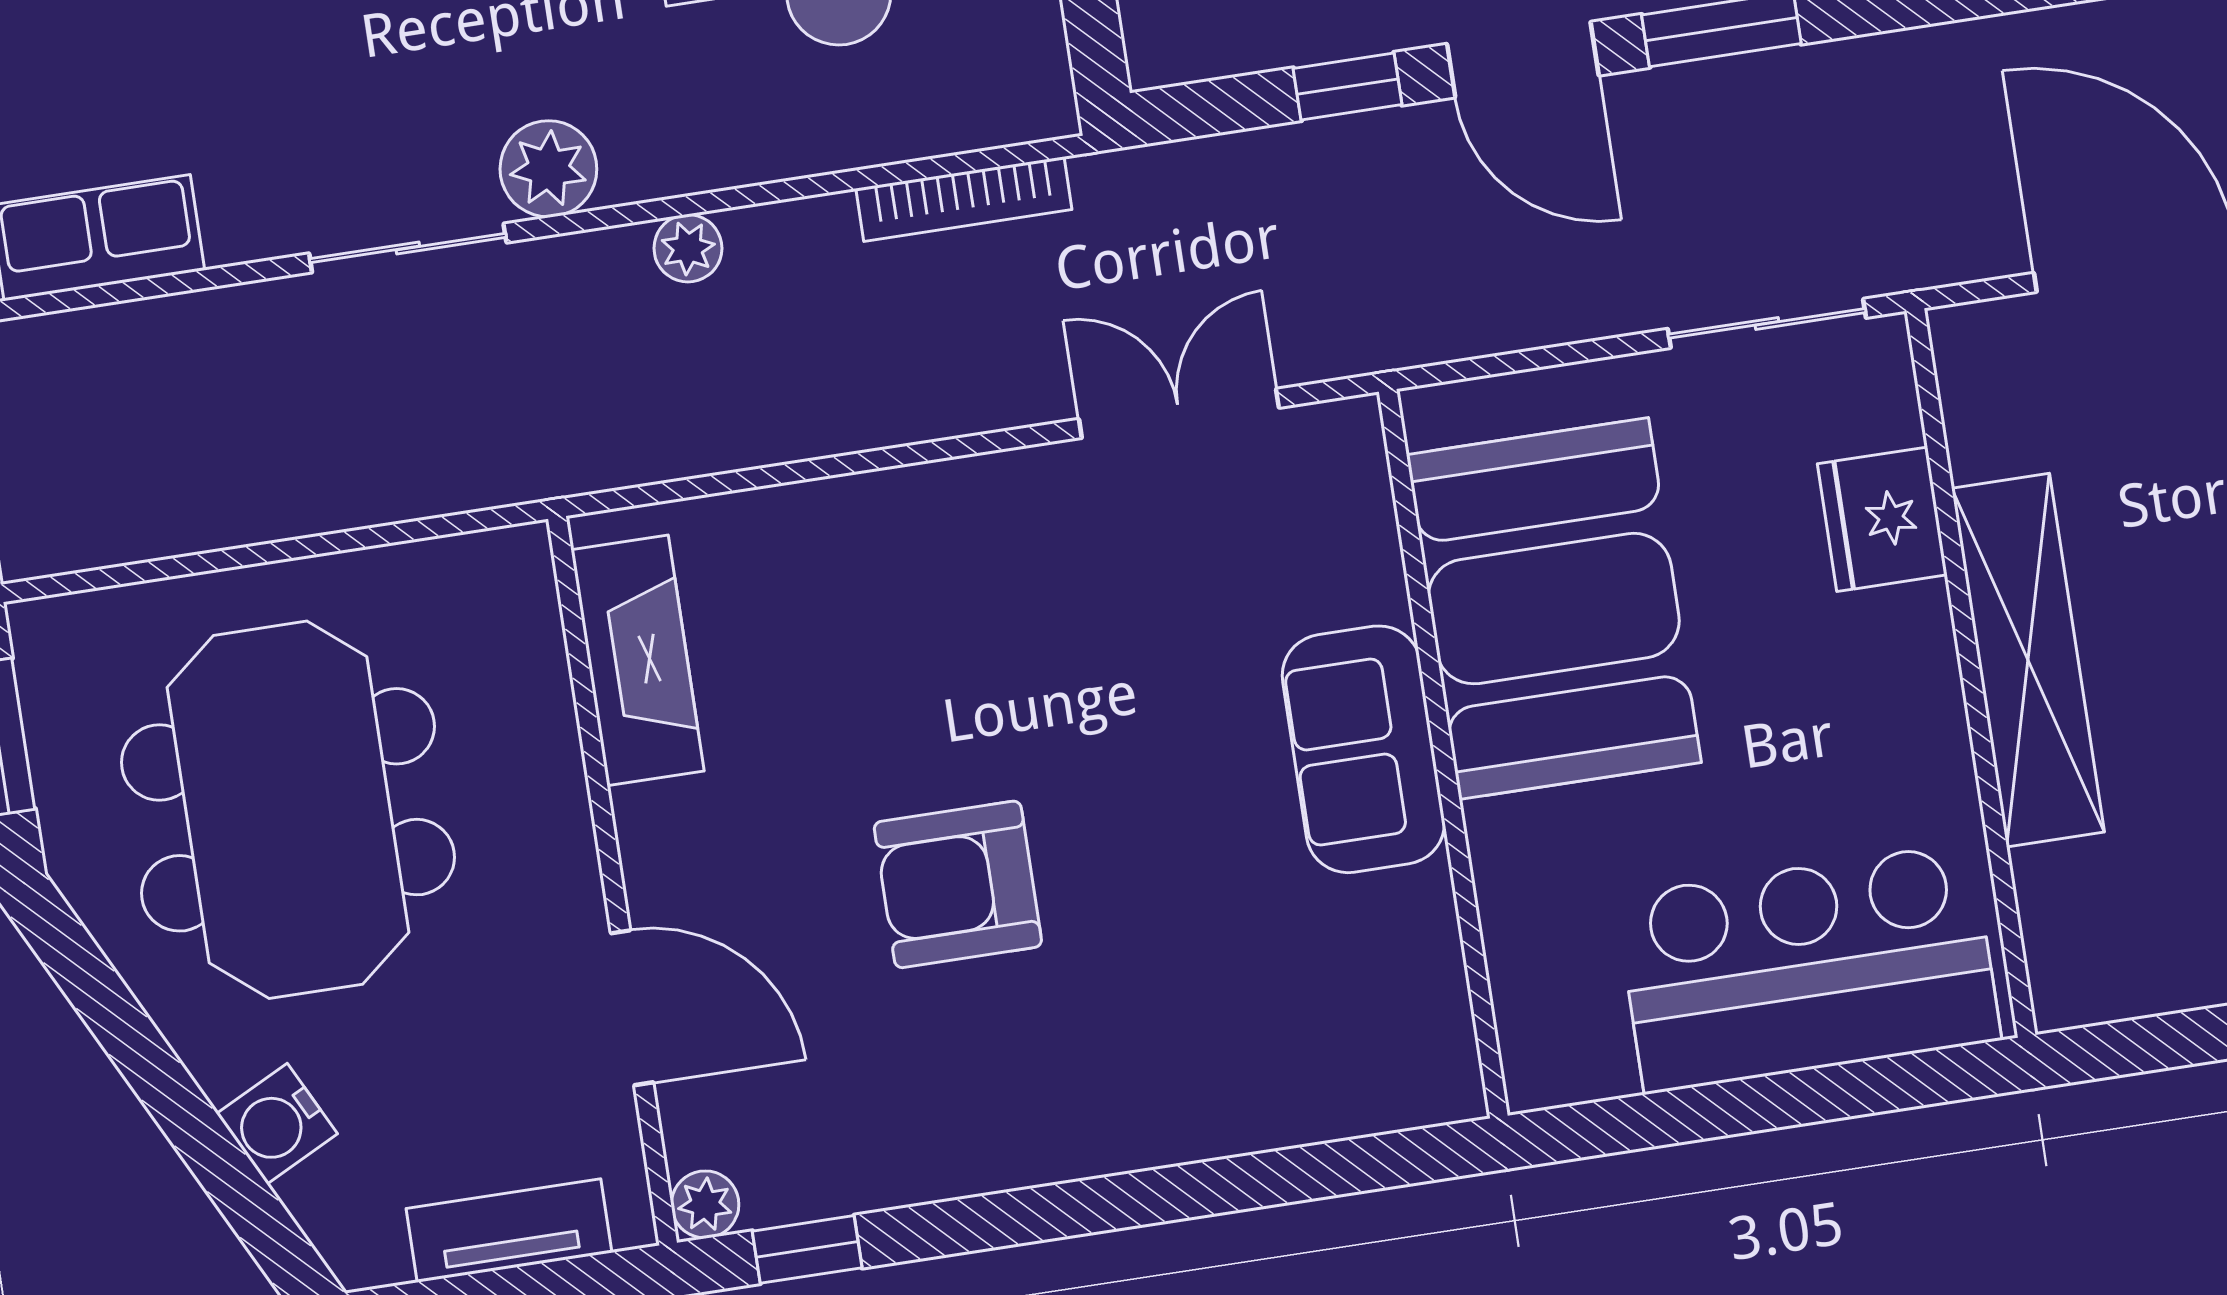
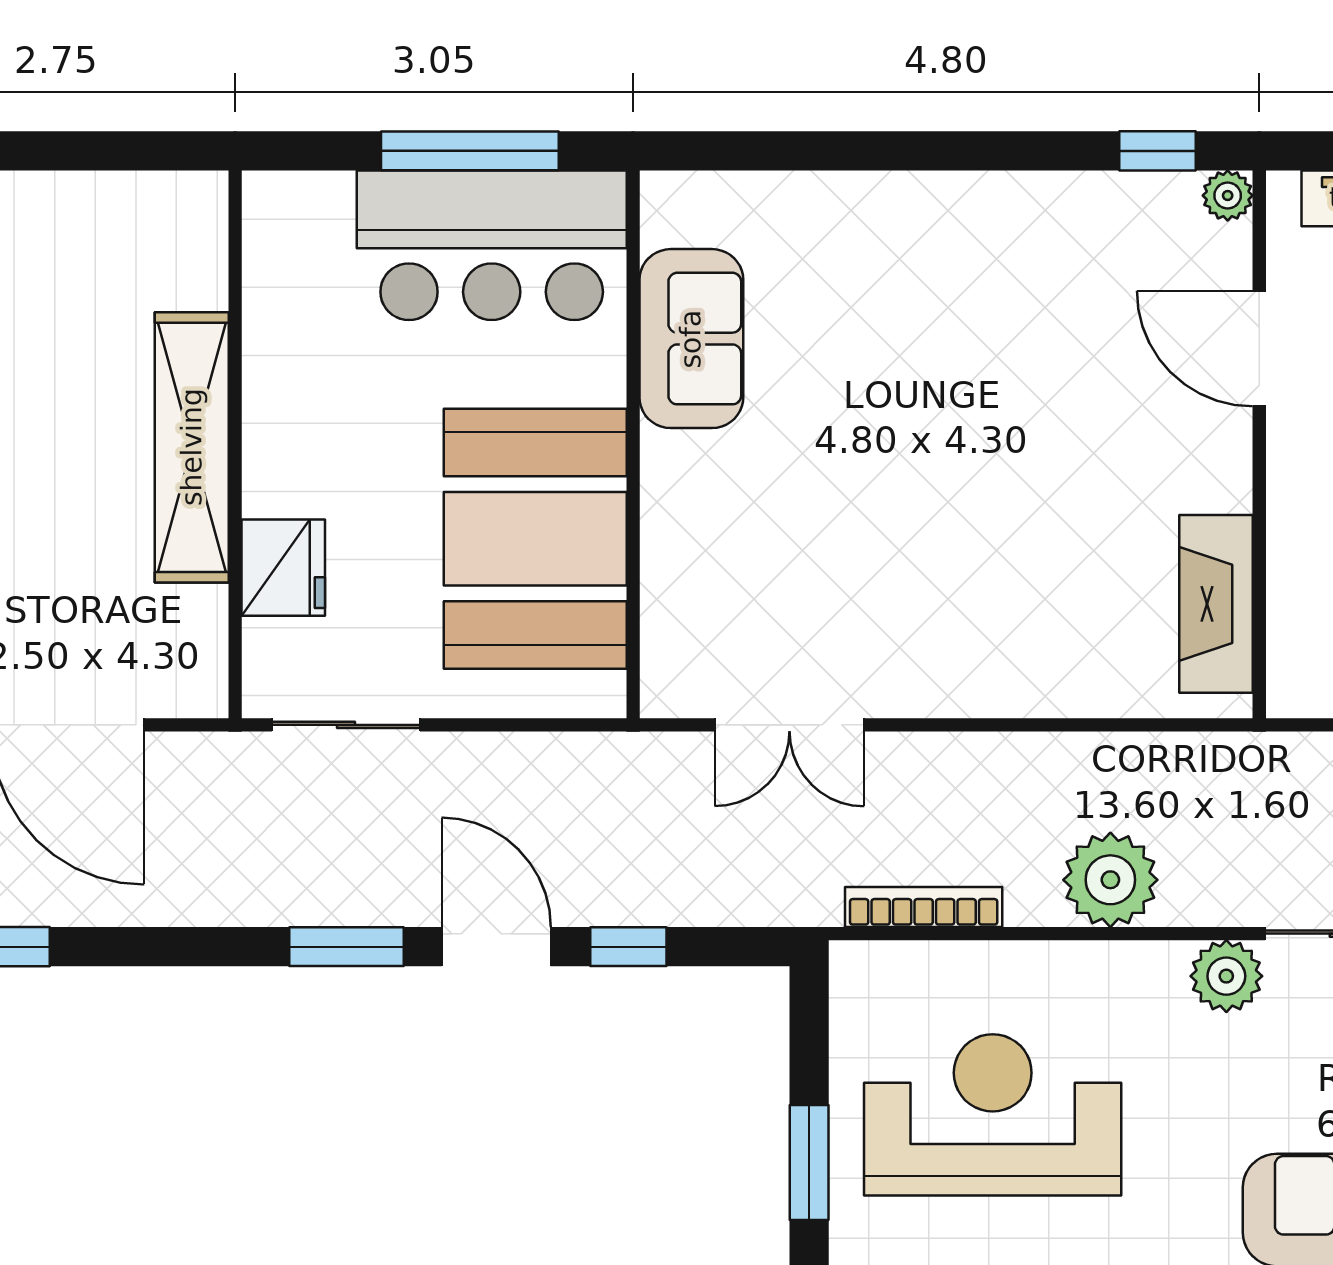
plant: (688, 248) -> (1110, 880), width x1.88, depth x1.88
sofa: (1363, 749) -> (691, 339), moved
armchair: (958, 884) -> (1005, 403), removed
bar counter: (1808, 968) -> (492, 245), moved
window: (1719, 1110) -> (470, 151), added

